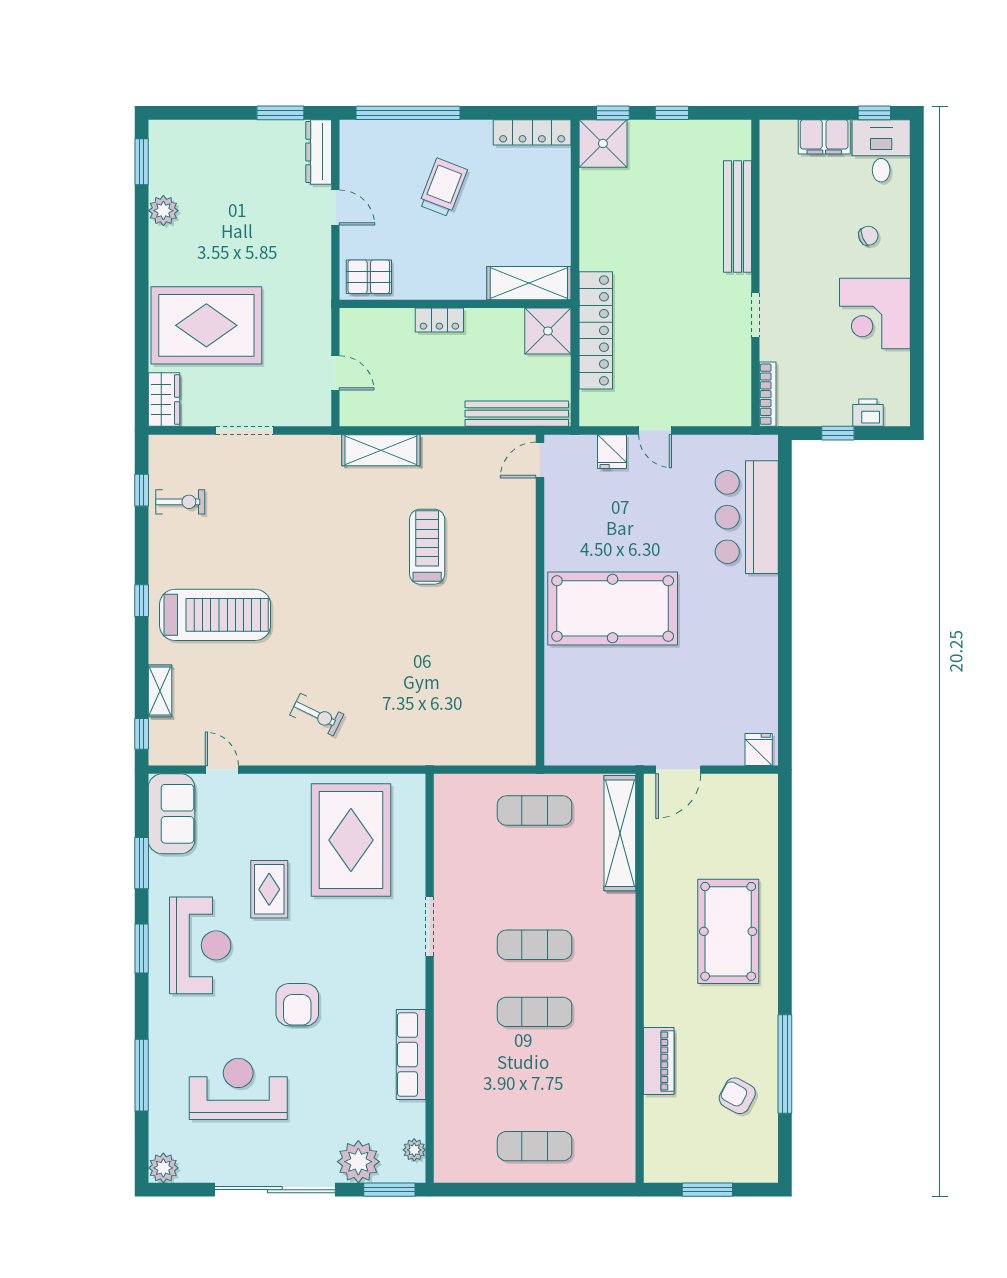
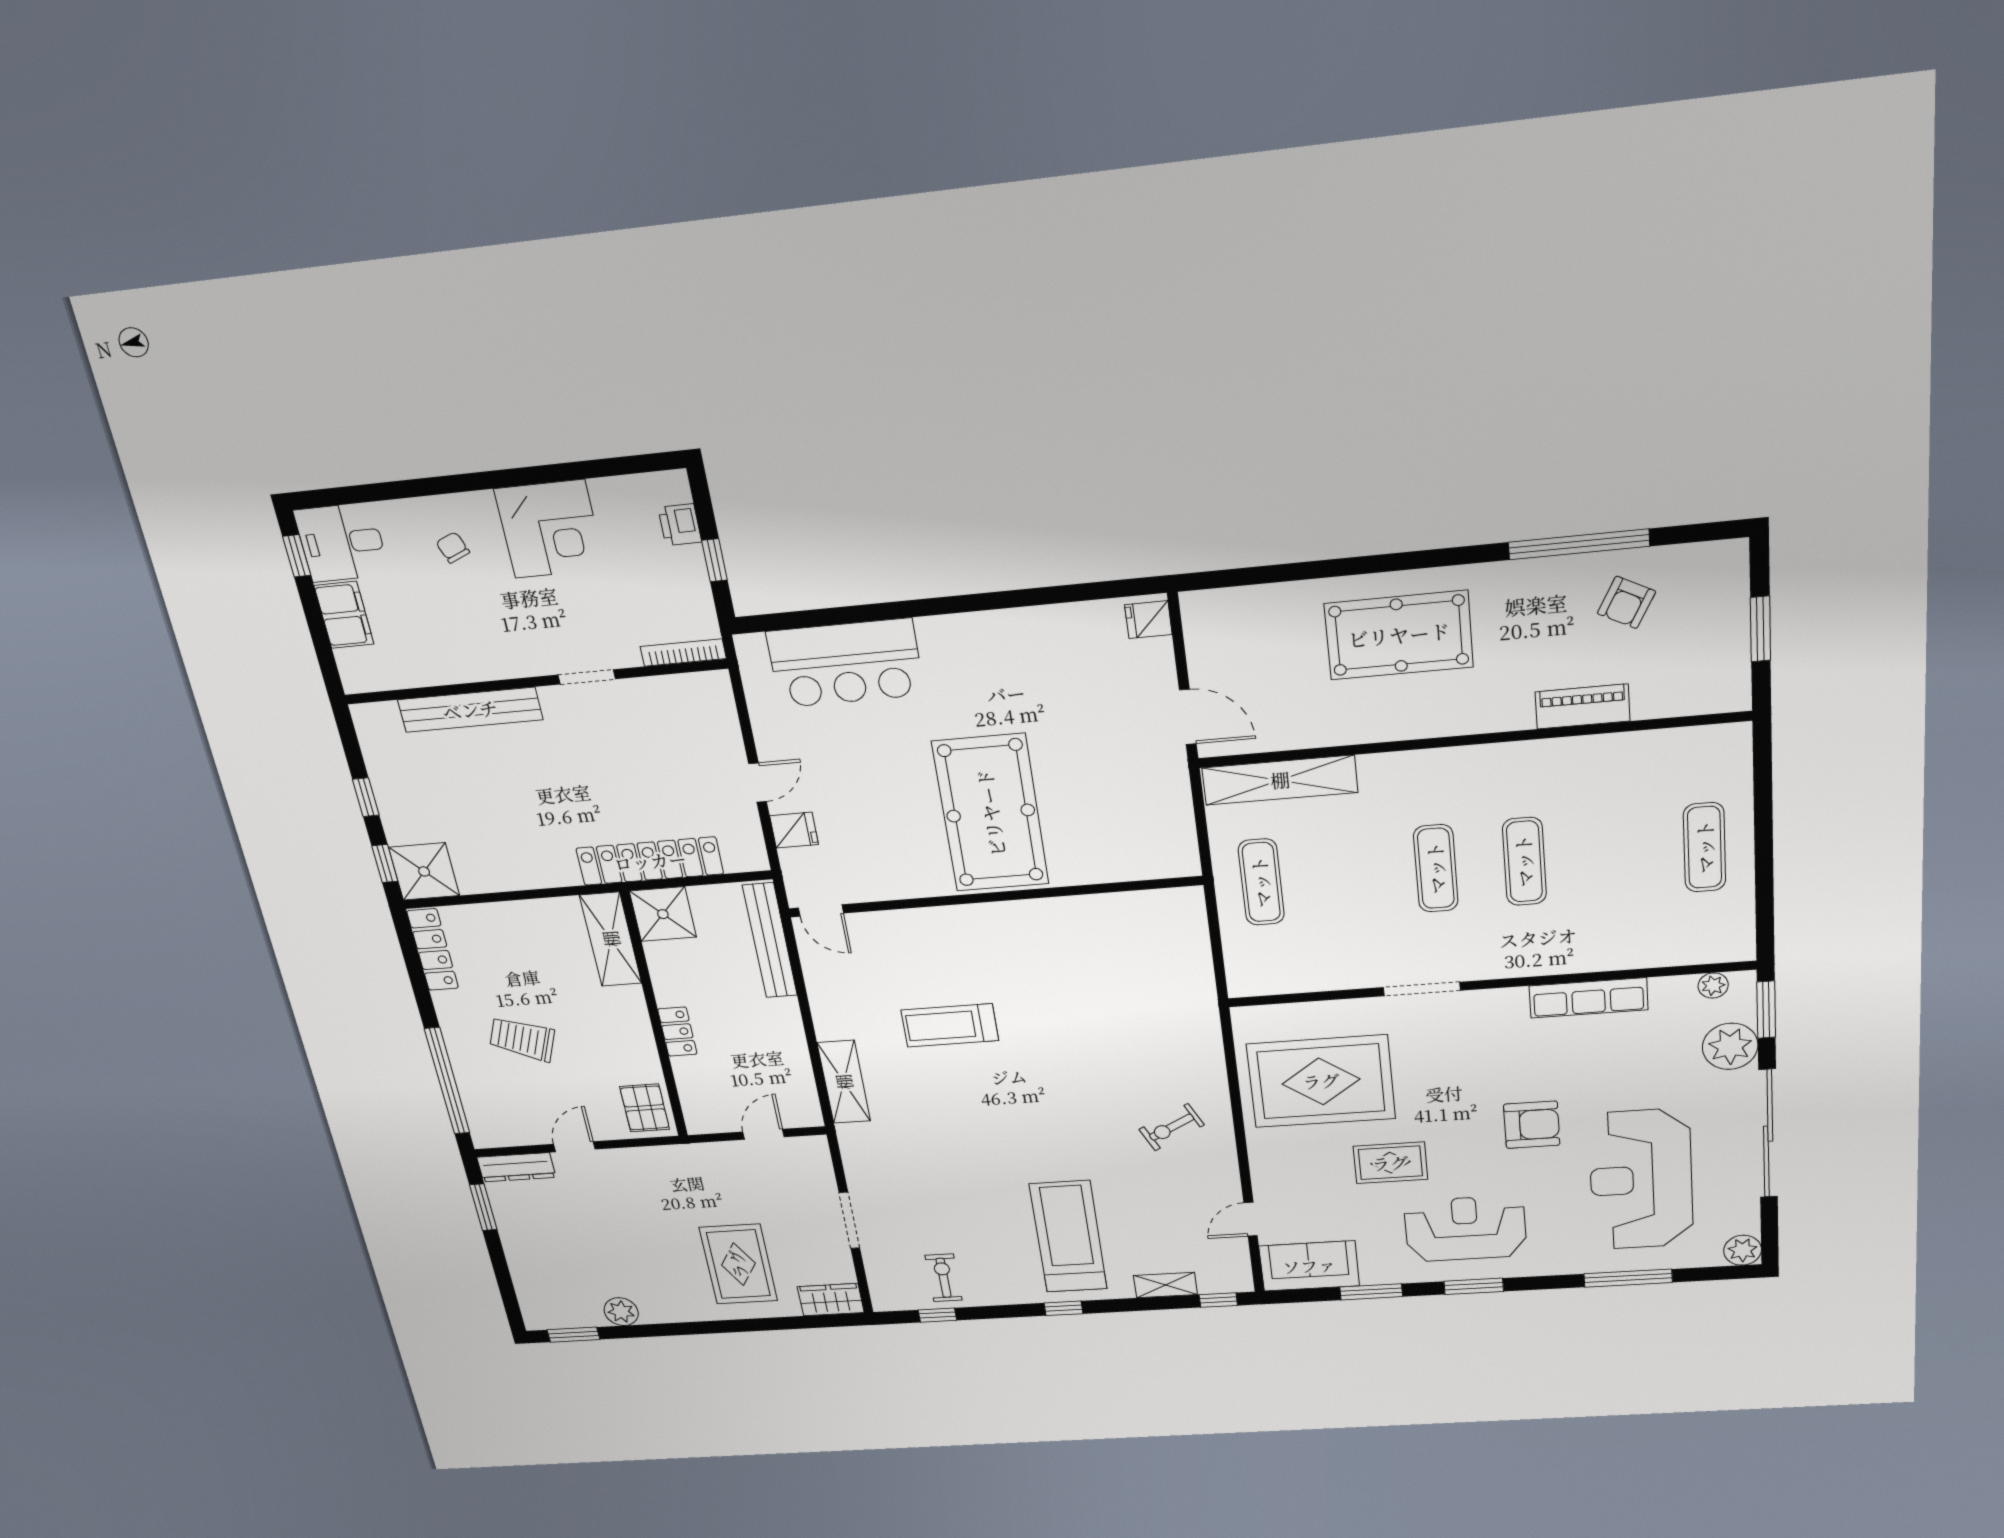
rug: (206, 325) -> (738, 1264), width x0.73, depth x0.69
exercise bike: (317, 715) -> (1172, 1127), turned -143
reception desk: (238, 1089) -> (1641, 1180), width x1.36, depth x1.30

